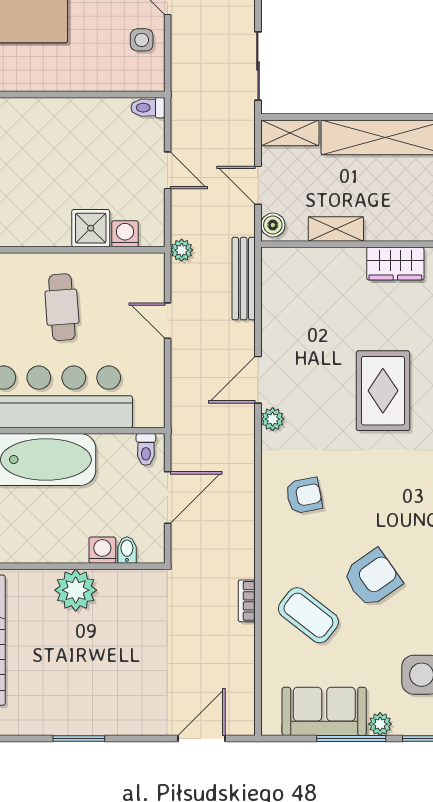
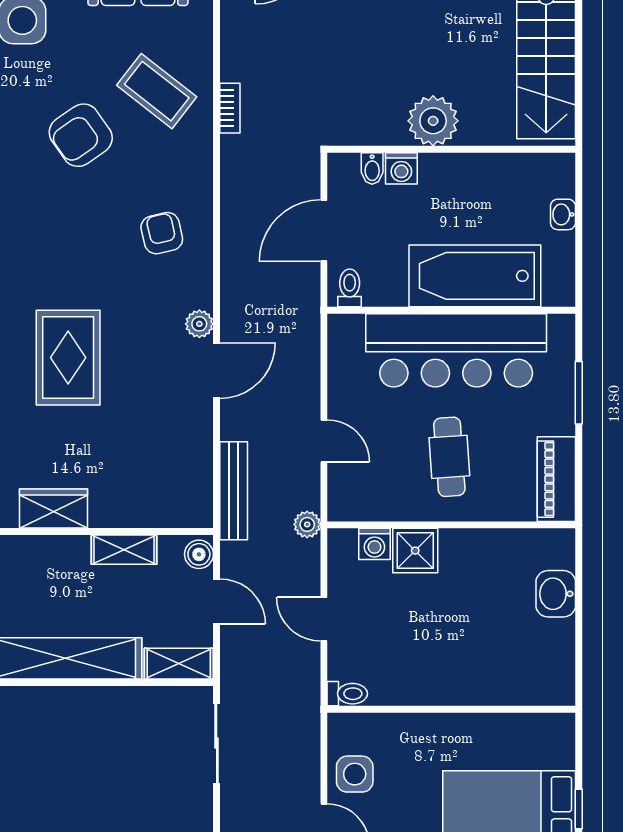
side table: (142, 40) -> (355, 774), width x1.37, depth x1.37
armchair: (304, 496) -> (162, 233), turned 88

